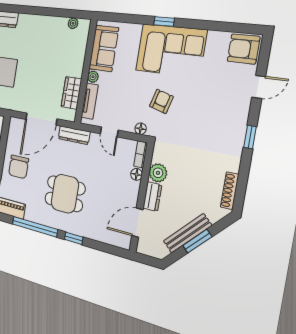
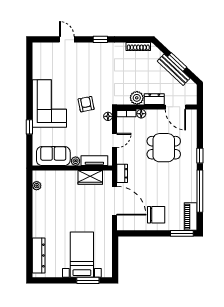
window: (164, 22) -> (29, 127), moved
armchair: (244, 49) -> (43, 53), removed
armchair: (161, 101) -> (86, 104), turned 64
dresser: (74, 135) -> (122, 173), width x0.70
dining table: (65, 194) -> (164, 148), moved, turned 90

